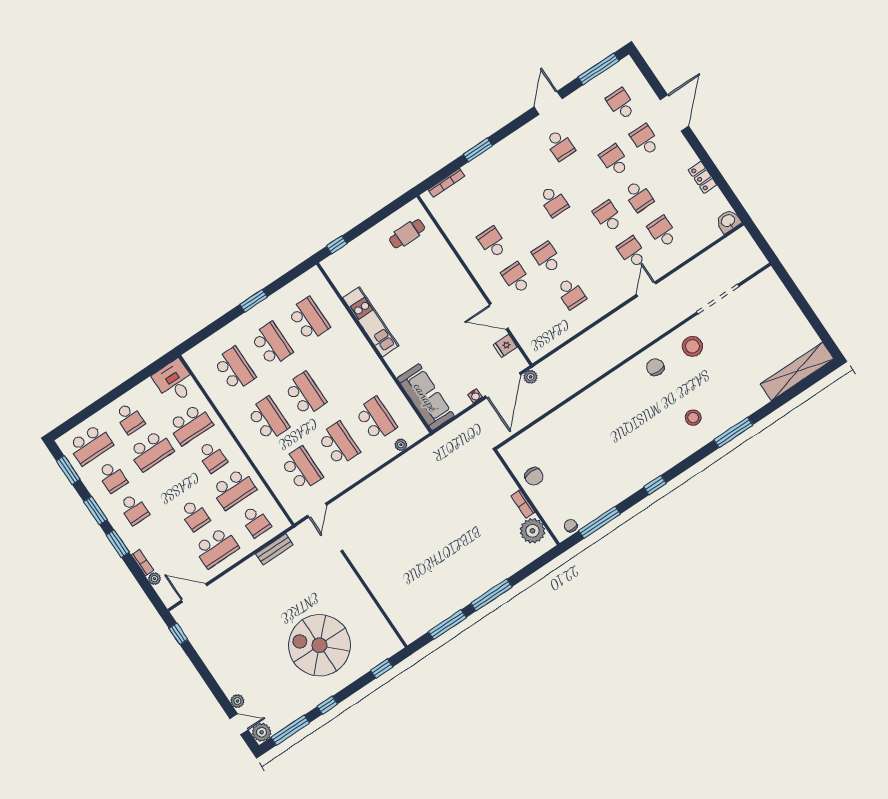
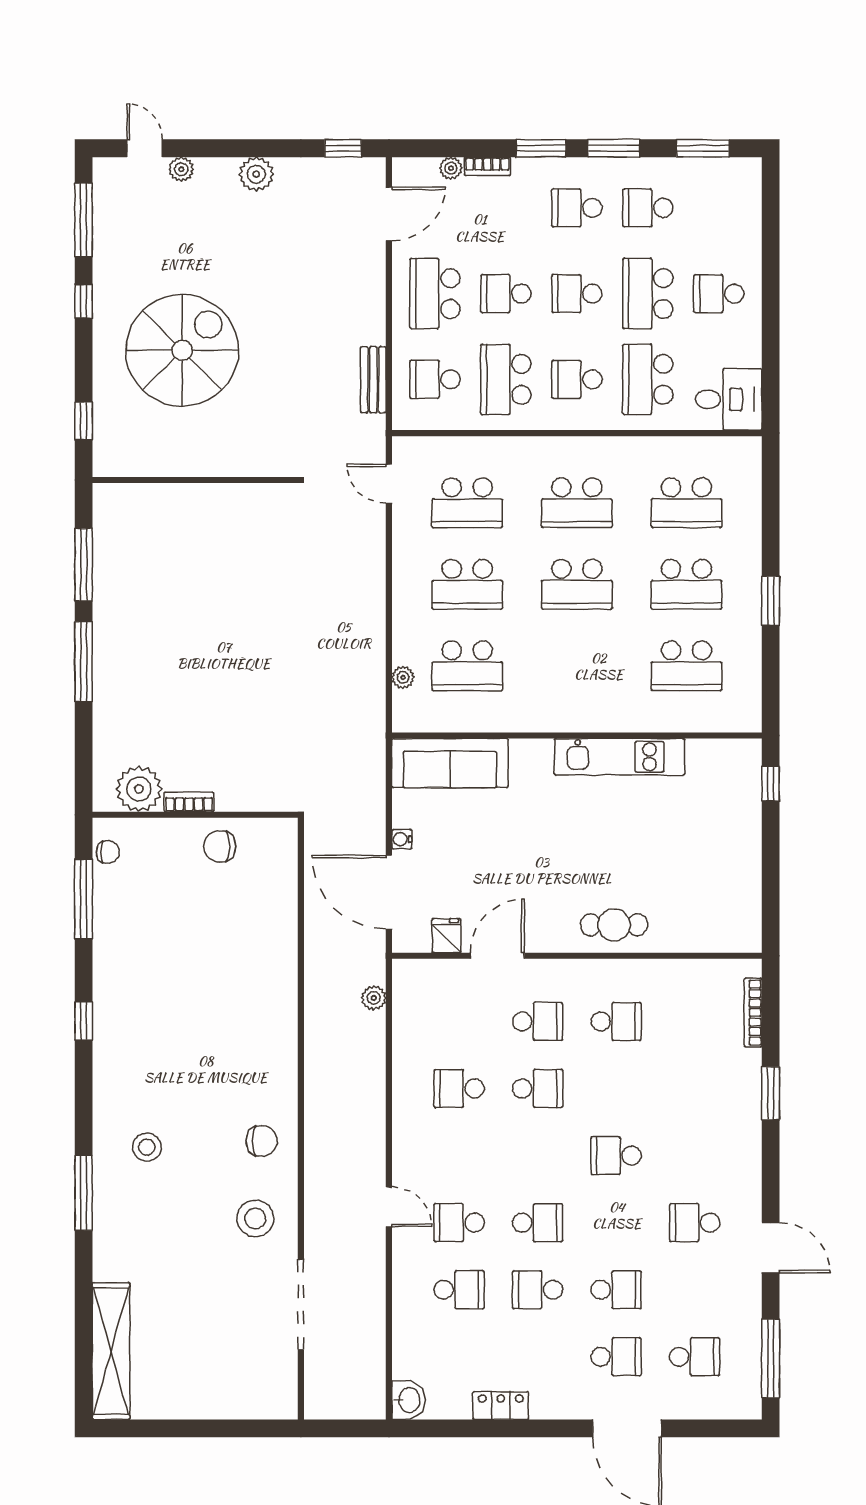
cafe table: (407, 234) -> (614, 925), moved, turned 90
school desk: (632, 252) -> (459, 1223), turned 180
plant: (531, 377) -> (374, 998), moved
school desk: (90, 445) -> (577, 294), moved, width x0.54
door: (239, 724) -> (145, 148), swing flipped
plant: (262, 732) -> (256, 174), moved

